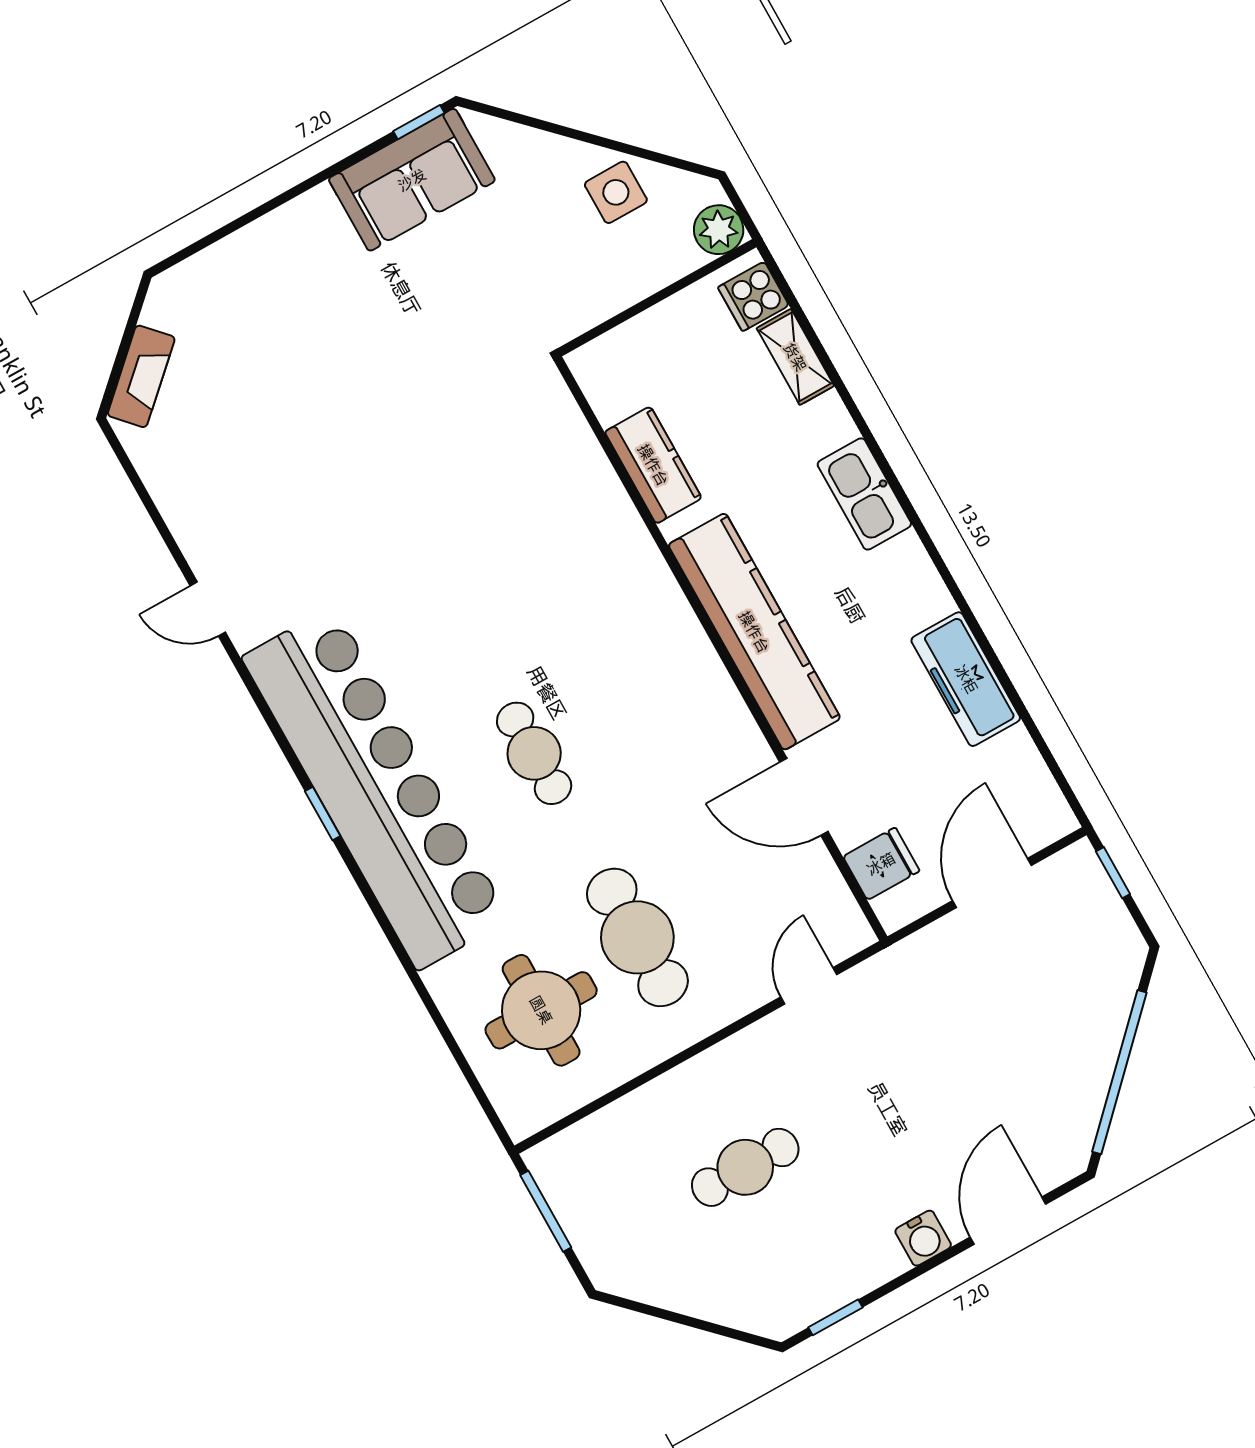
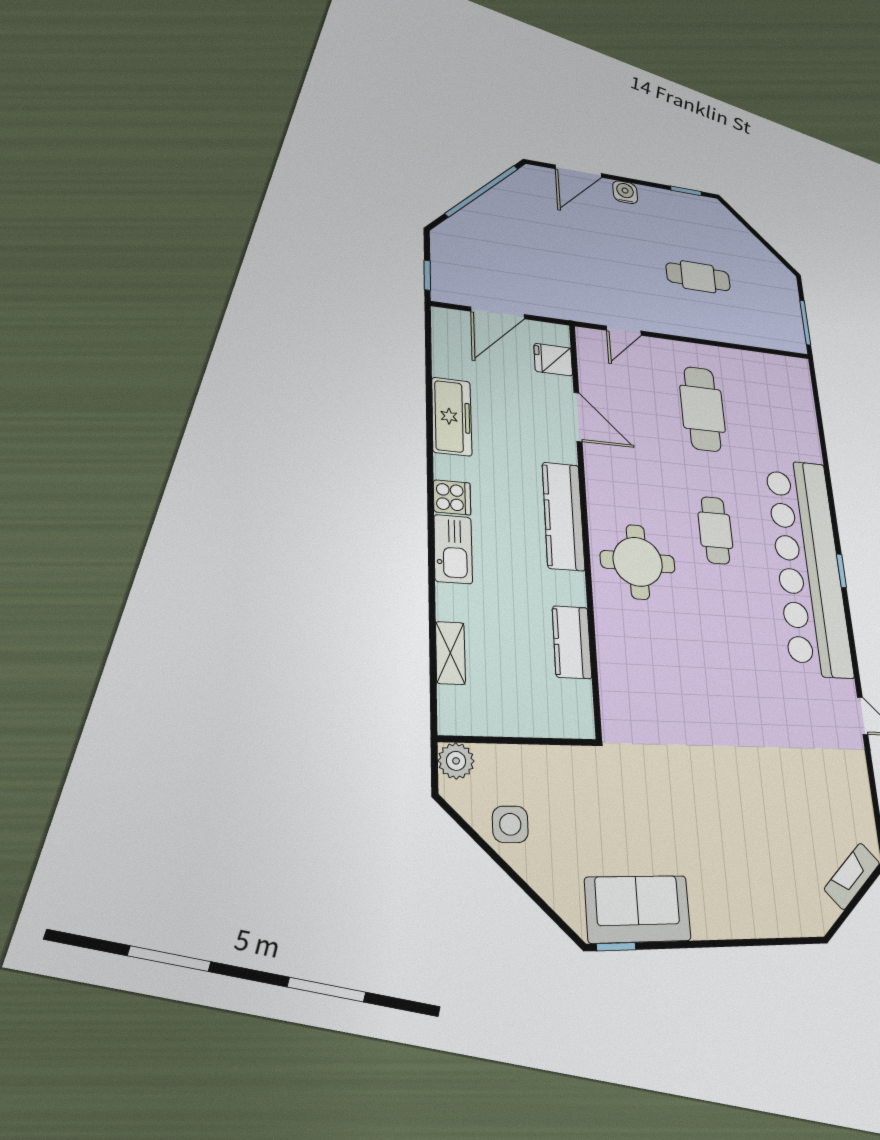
cooker: (753, 296) -> (452, 497), moved
kitchen counter: (754, 632) -> (563, 516), width x0.72, depth x0.86
round table: (541, 1010) -> (638, 562), moved

